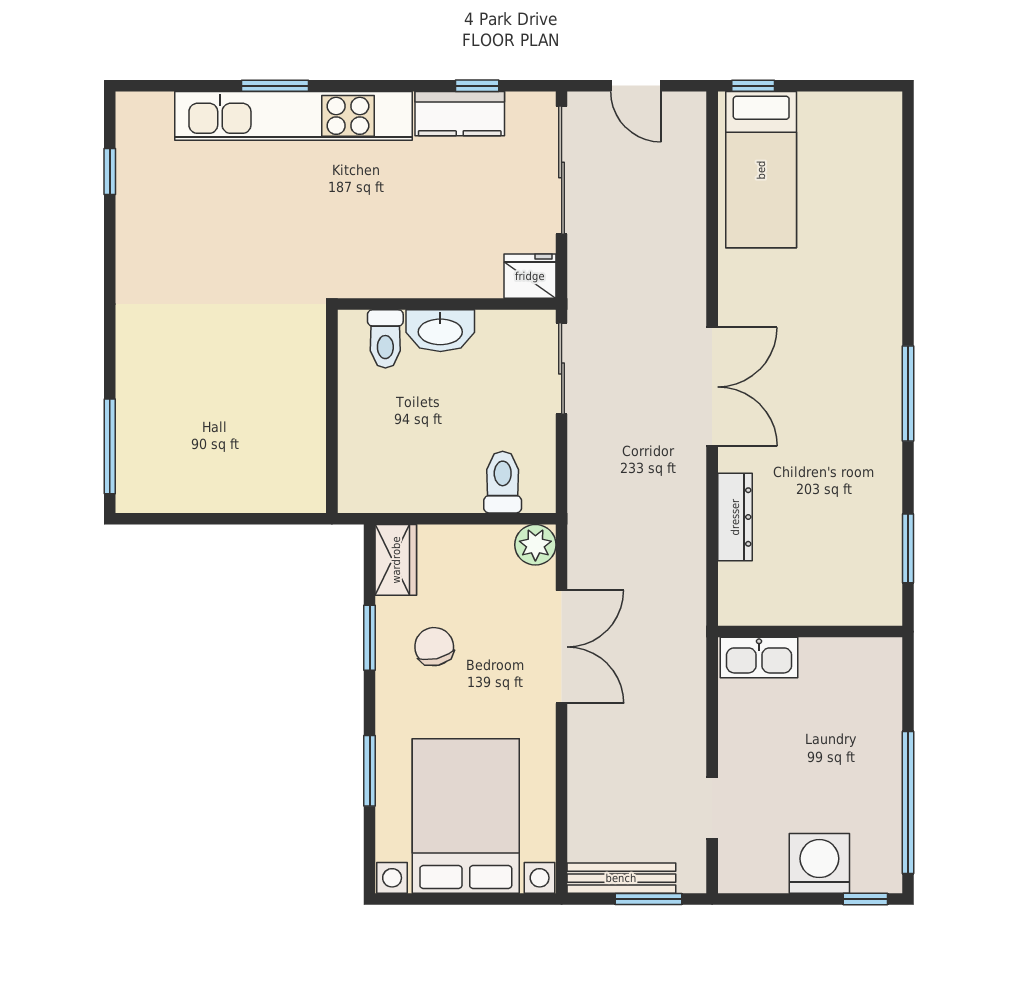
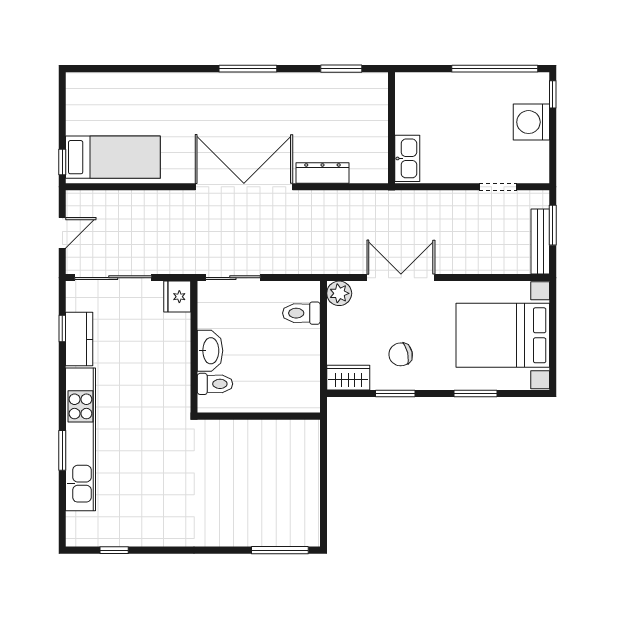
double door: (712, 387) -> (244, 187), width x1.36

